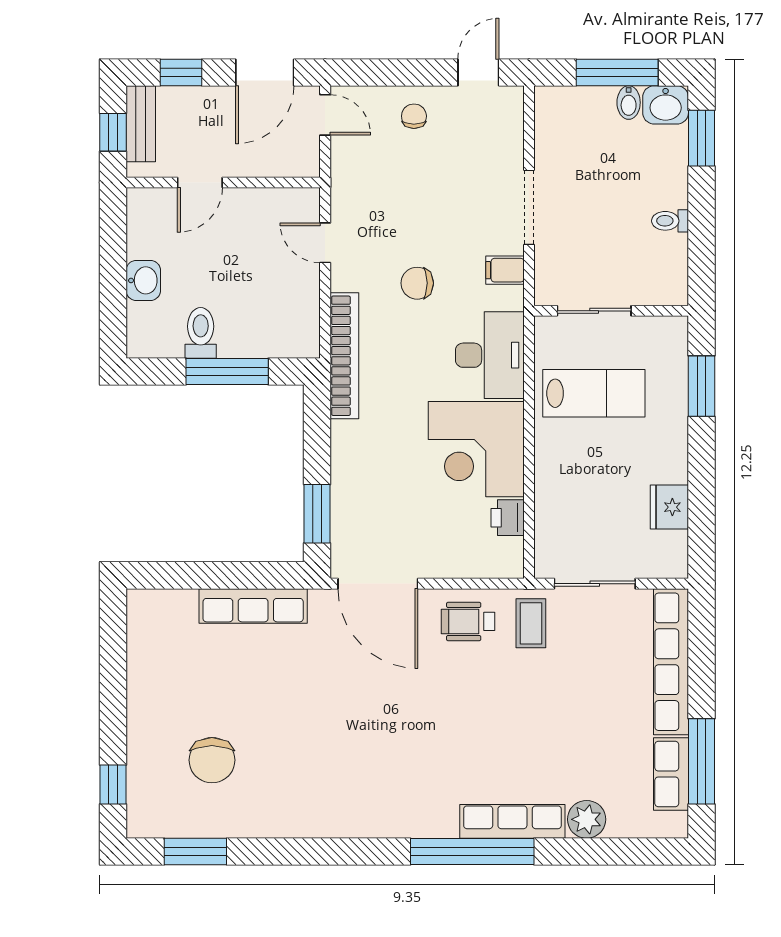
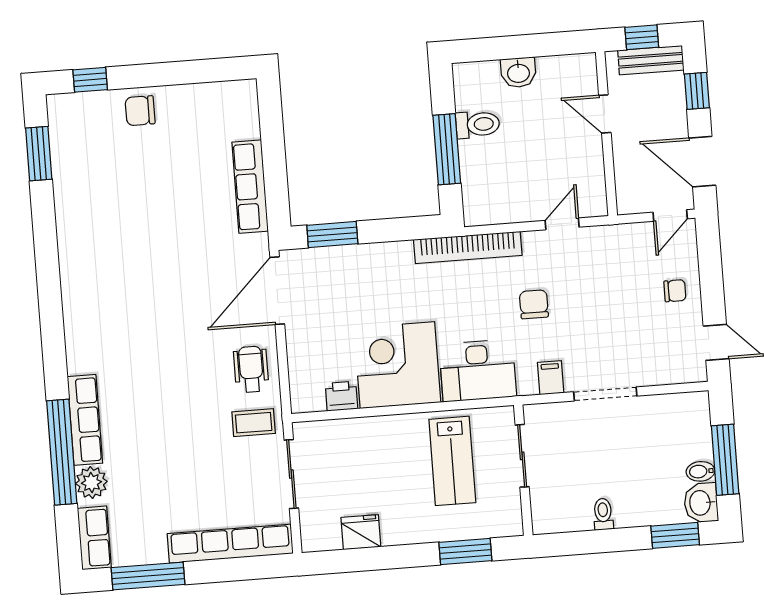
chair: (212, 760) -> (140, 111), moved, width x0.73, depth x0.73
row of seats: (671, 774) -> (94, 538), moved, turned 90
window: (472, 852) -> (62, 452), moved

